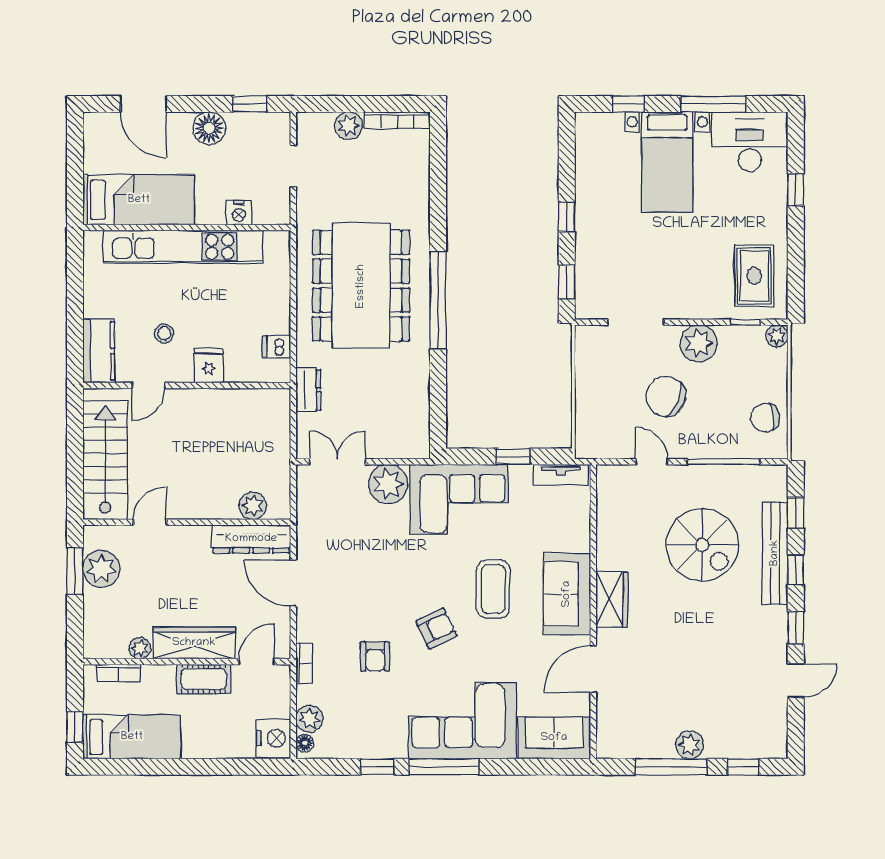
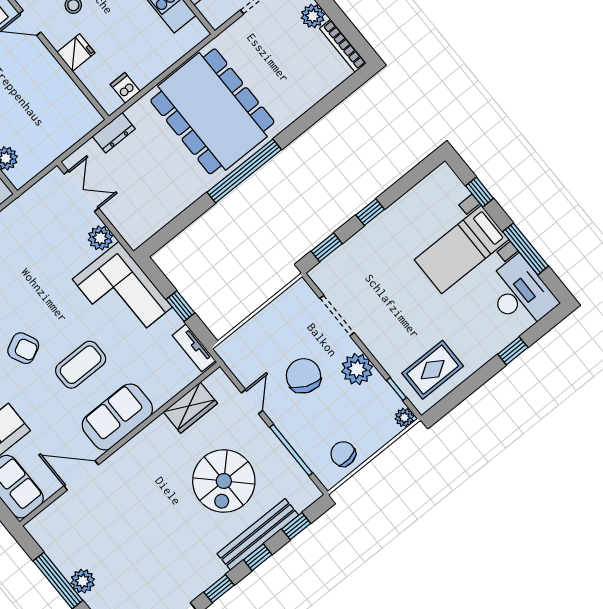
dining table: (361, 286) -> (212, 111), turned 90
plant: (388, 484) -> (100, 238), width x0.73, depth x0.73
wardrobe: (612, 599) -> (190, 408), moved

